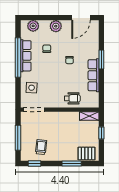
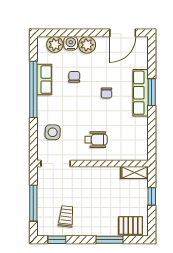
water cooler: (44, 25) -> (71, 43), added
row of seats: (26, 56) -> (44, 80), width x0.68
row of seats: (94, 75) -> (141, 93), moved
wheelchair: (72, 98) -> (96, 140), moved

